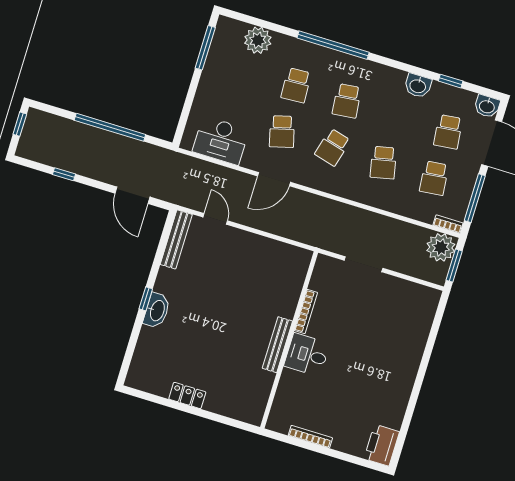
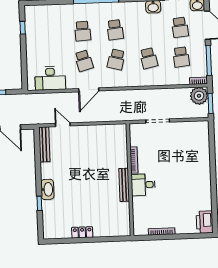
plant: (258, 40) -> (51, 13), removed
window: (205, 48) -> (23, 28), width x0.46
window: (146, 299) -> (39, 203), moved

